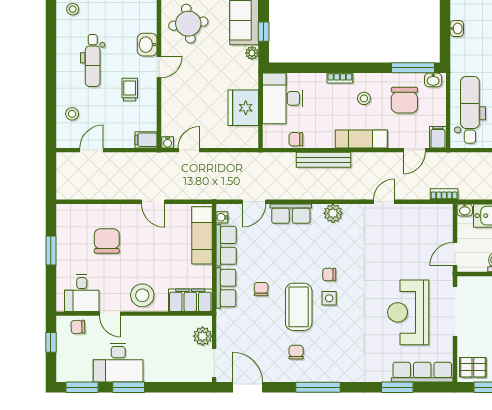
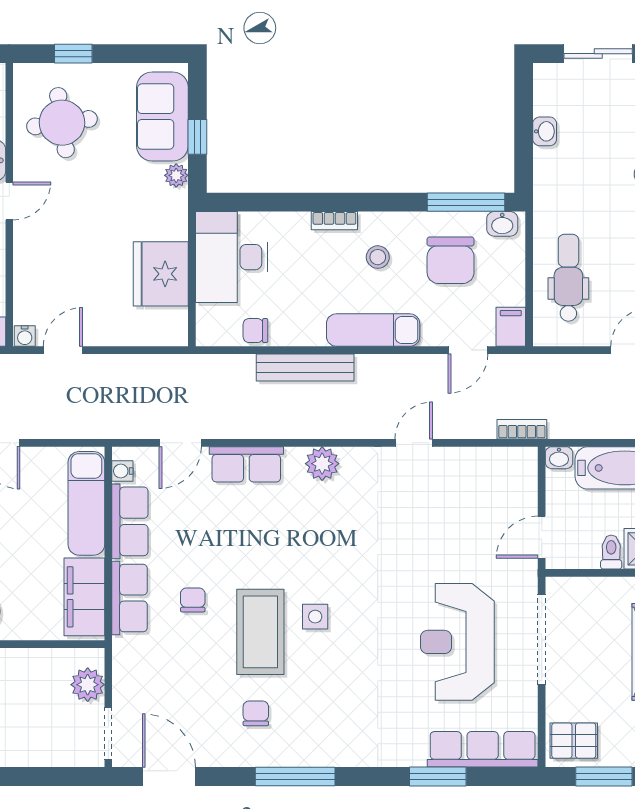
dental chair: (470, 110) -> (568, 278), width x0.73, depth x0.72
chair: (329, 275) -> (315, 574), removed
filing cabinet: (190, 300) -> (84, 597), moved, turned -90

